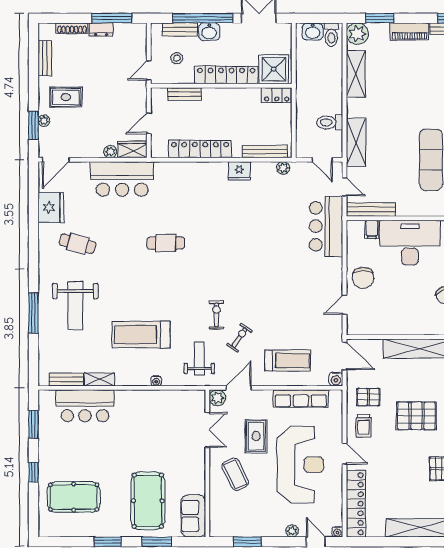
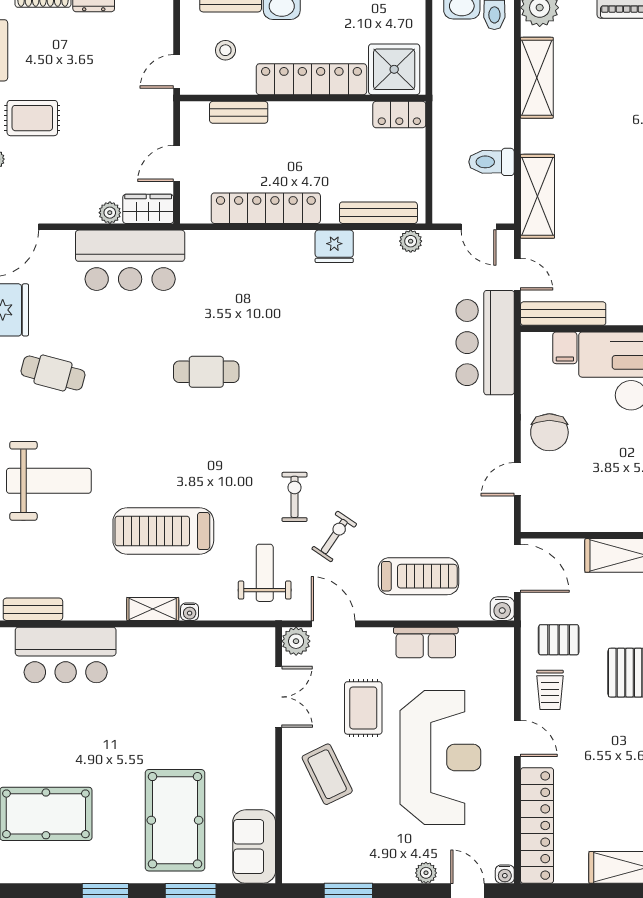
weight bench: (75, 306) -> (49, 481), turned -90
shelving: (99, 379) -> (153, 609), moved
door: (239, 388) -> (333, 624), hinge flipped
row of seats: (301, 399) -> (426, 642), width x0.68

